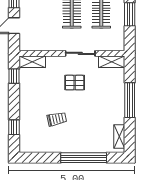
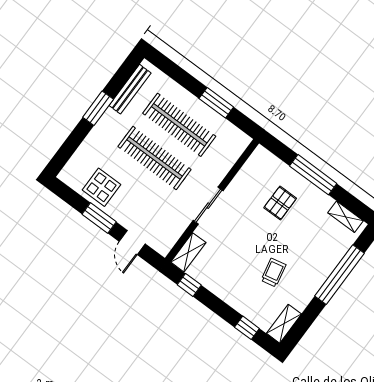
sliding door: (80, 53) -> (208, 206), moved
shelving: (112, 62) -> (284, 324), moved
pallet: (75, 83) -> (280, 203), moved

